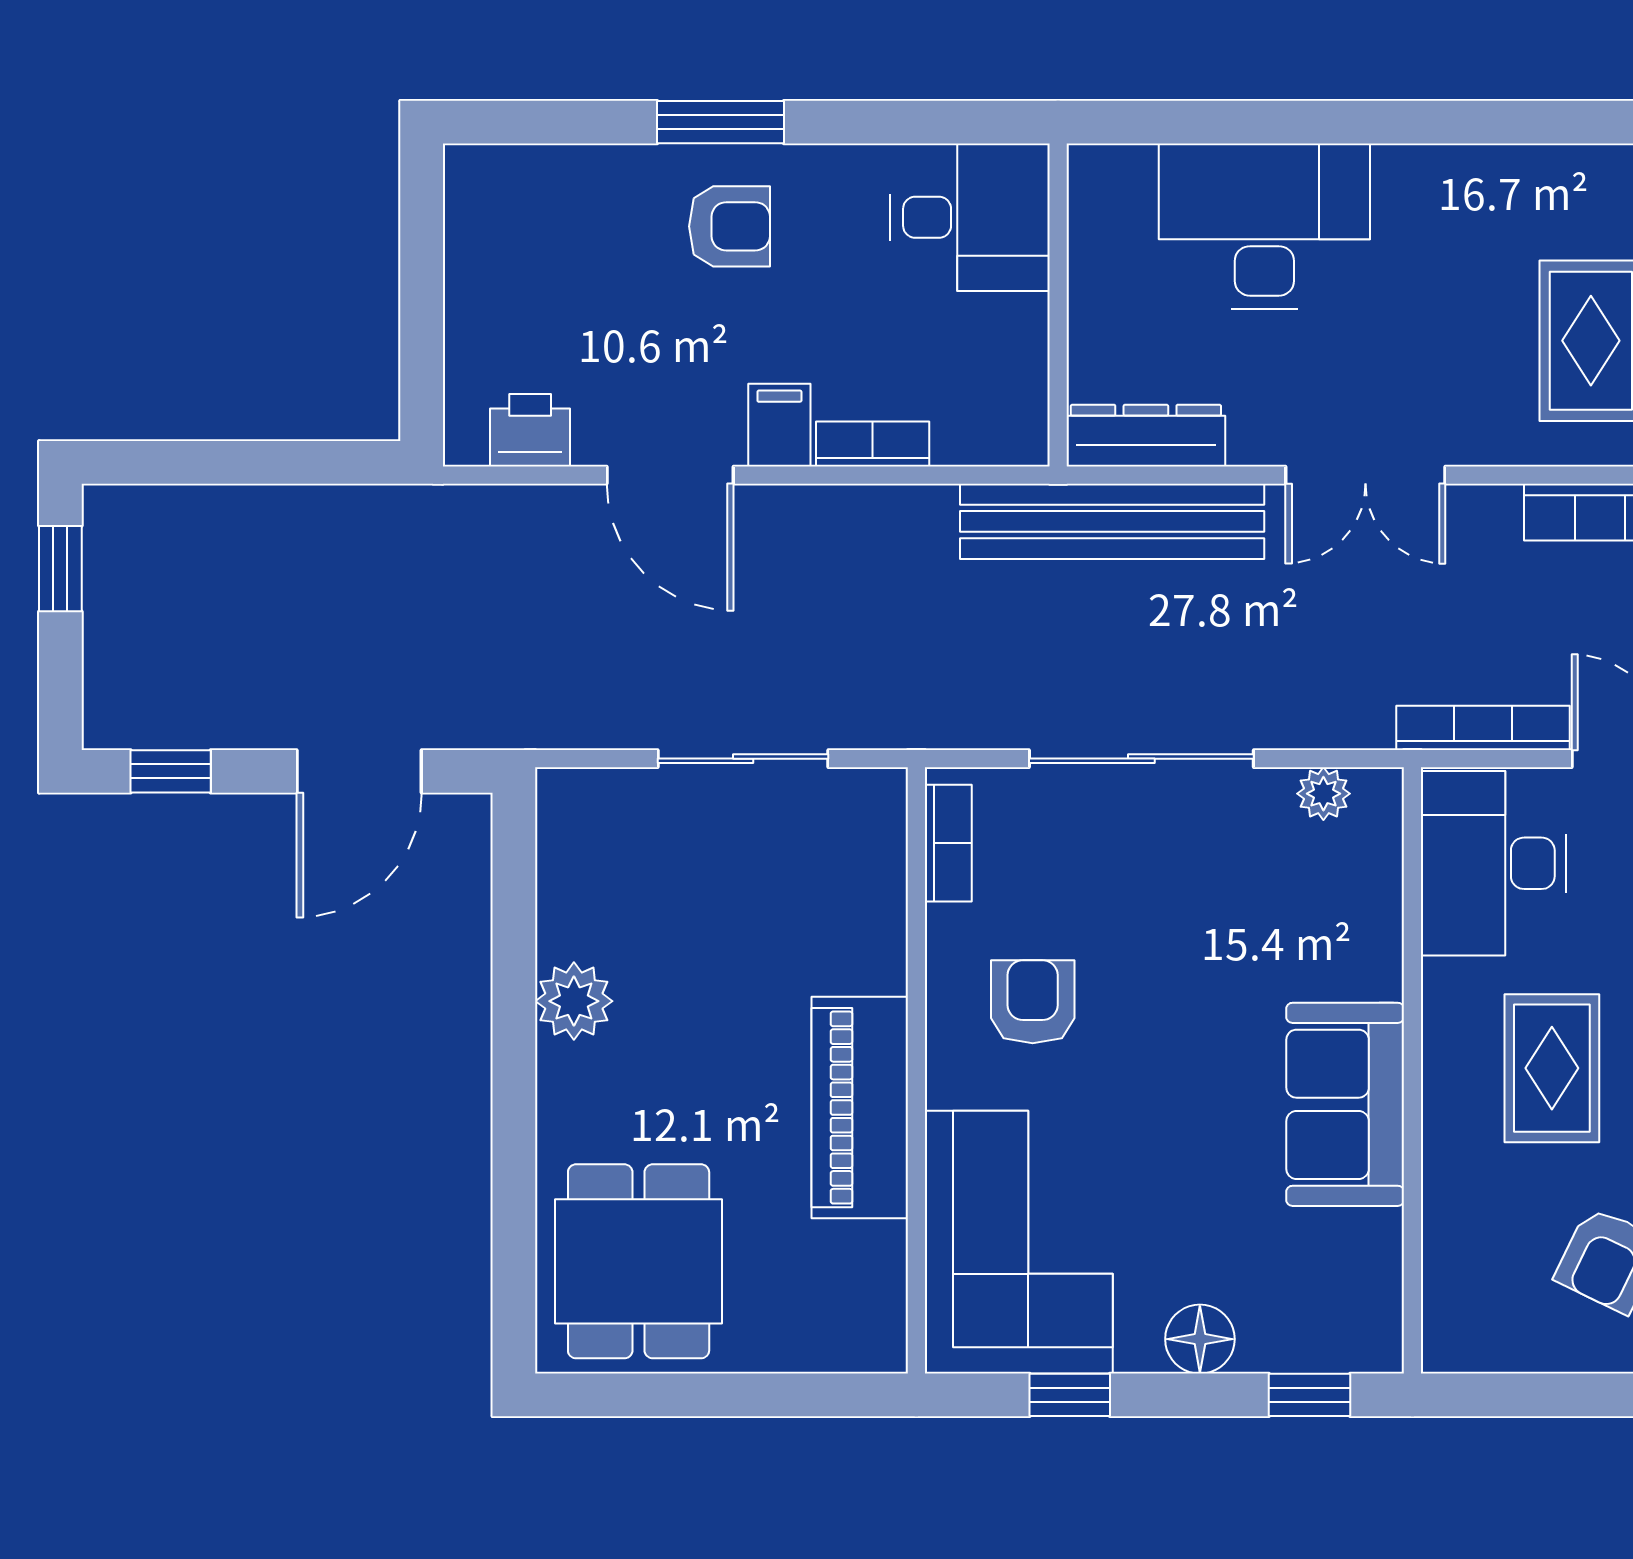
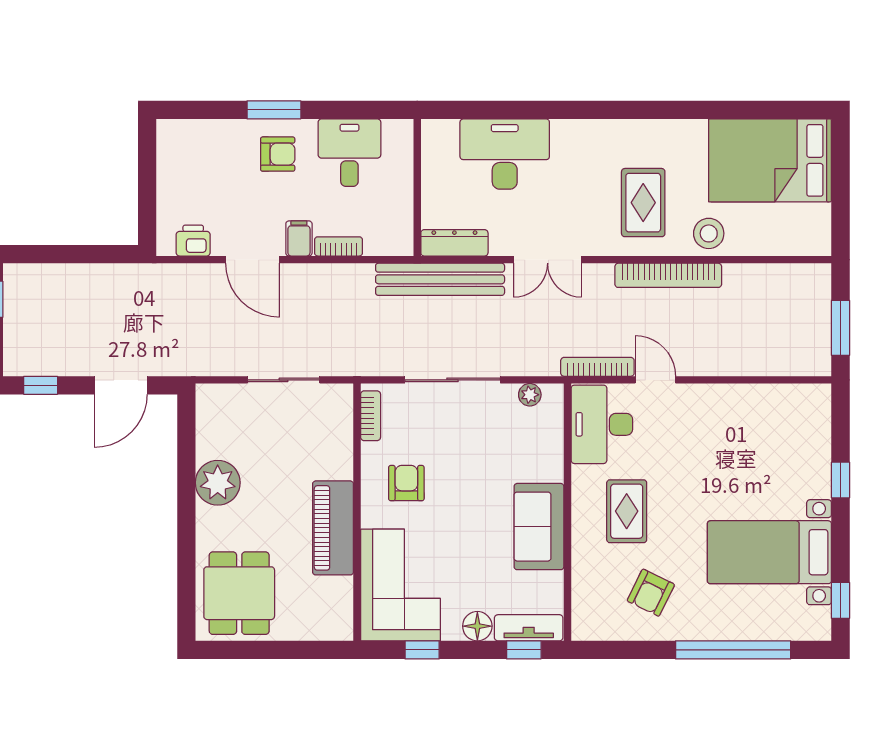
desk: (970, 217) -> (349, 153), moved, turned -90
plant: (574, 1001) -> (218, 483), width x1.36, depth x1.36
tv unit: (1321, 1343) -> (529, 628), added

